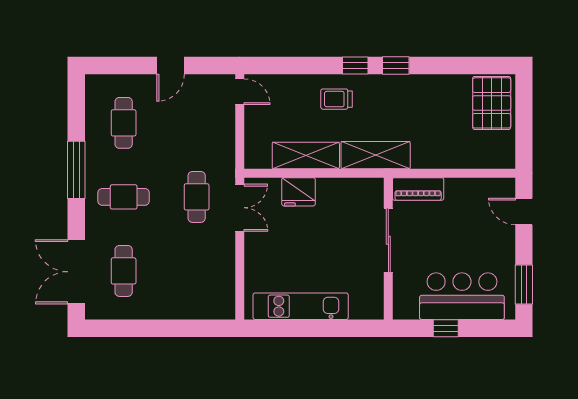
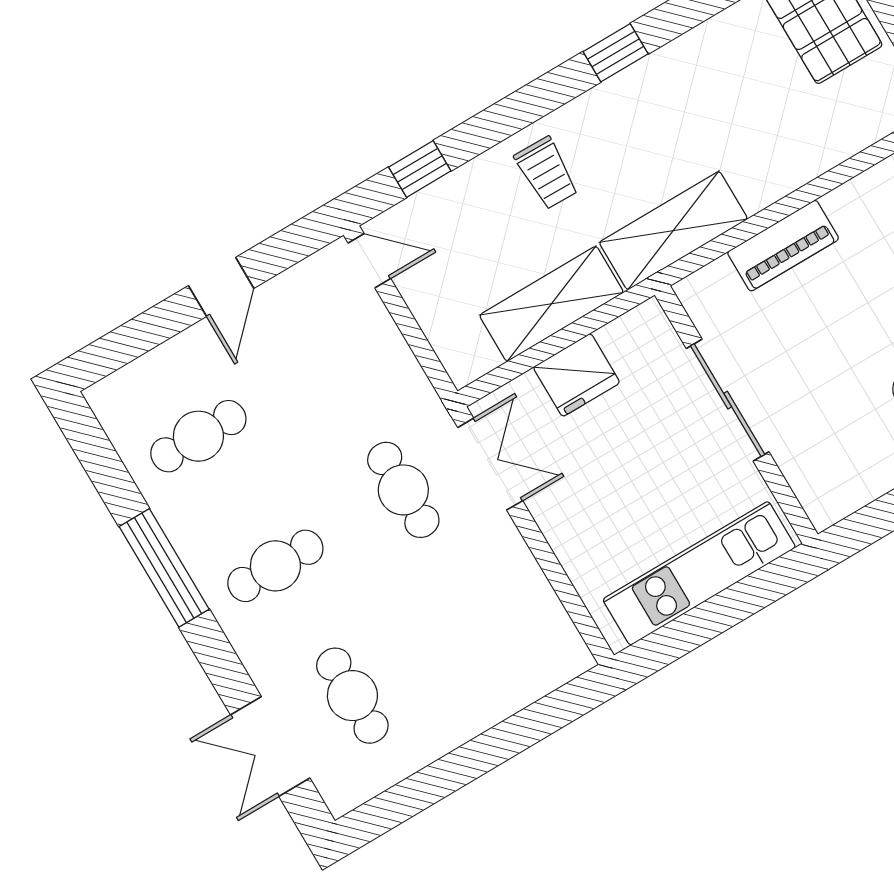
window: (355, 66) -> (420, 169), moved
trolley: (337, 99) -> (547, 173), turned -89
cafe table: (124, 123) -> (198, 436), turned 90
sliding door: (388, 240) -> (728, 400), moved
wall: (388, 249) -> (736, 415), moved
double door: (76, 272) -> (270, 746), width x0.73

